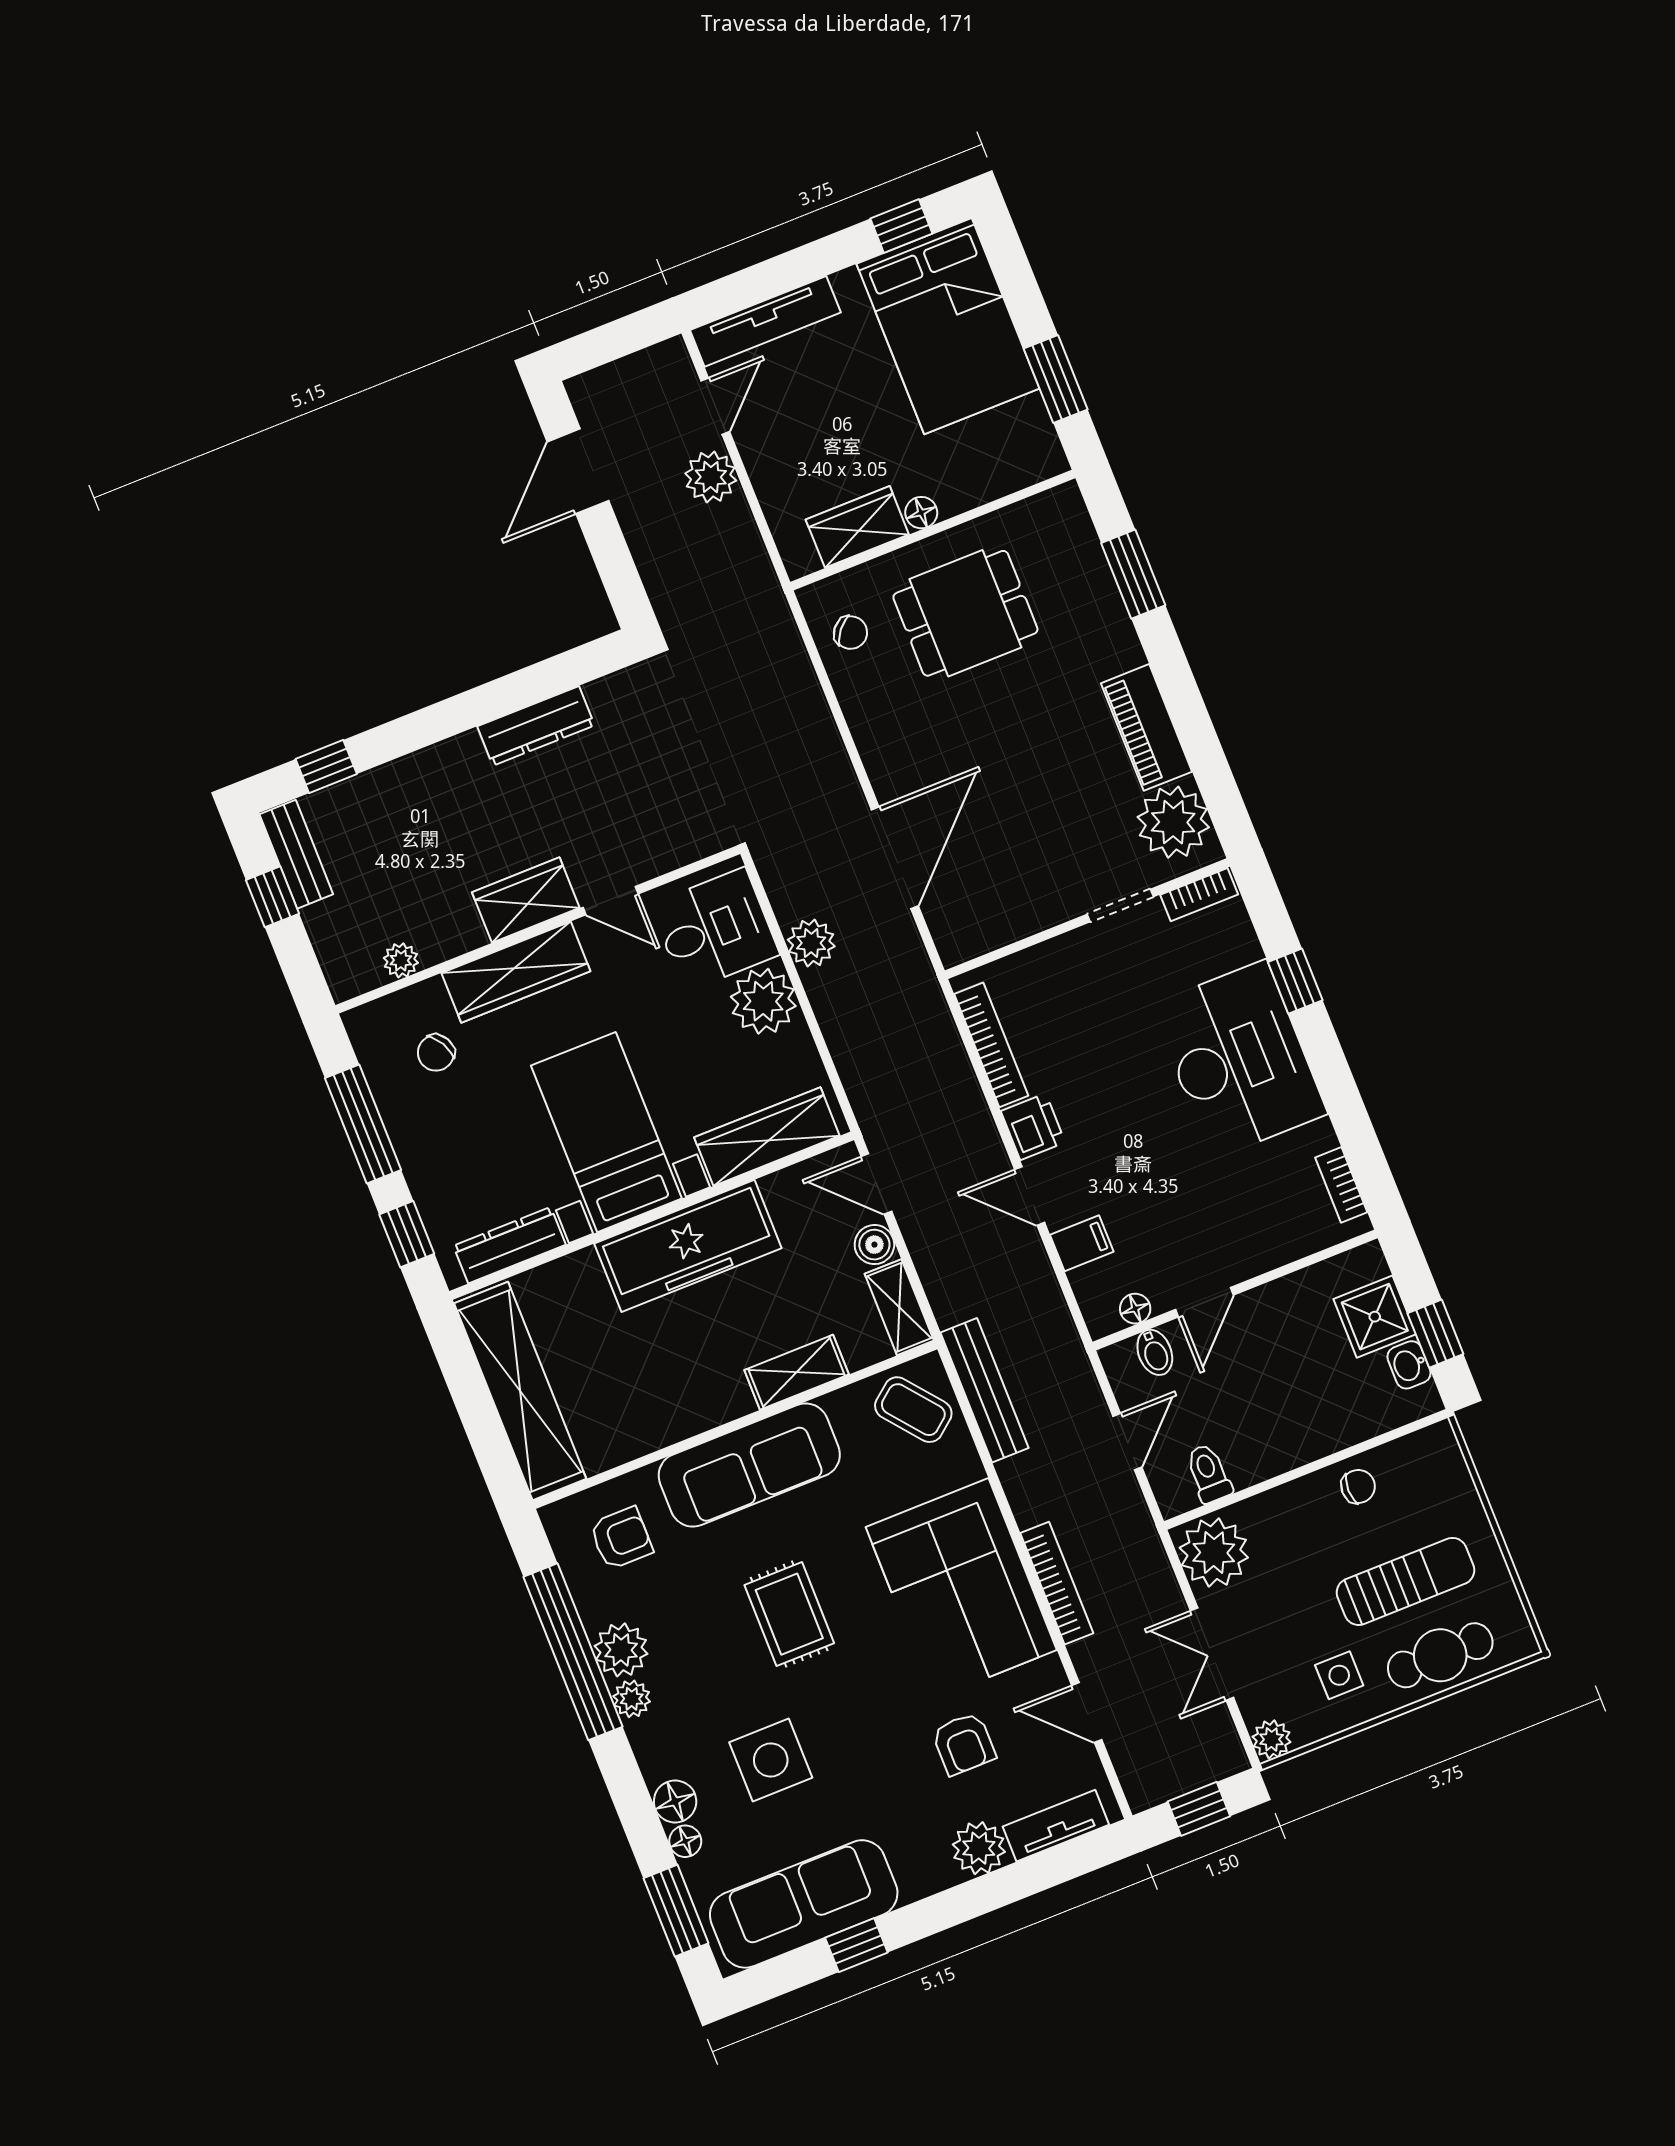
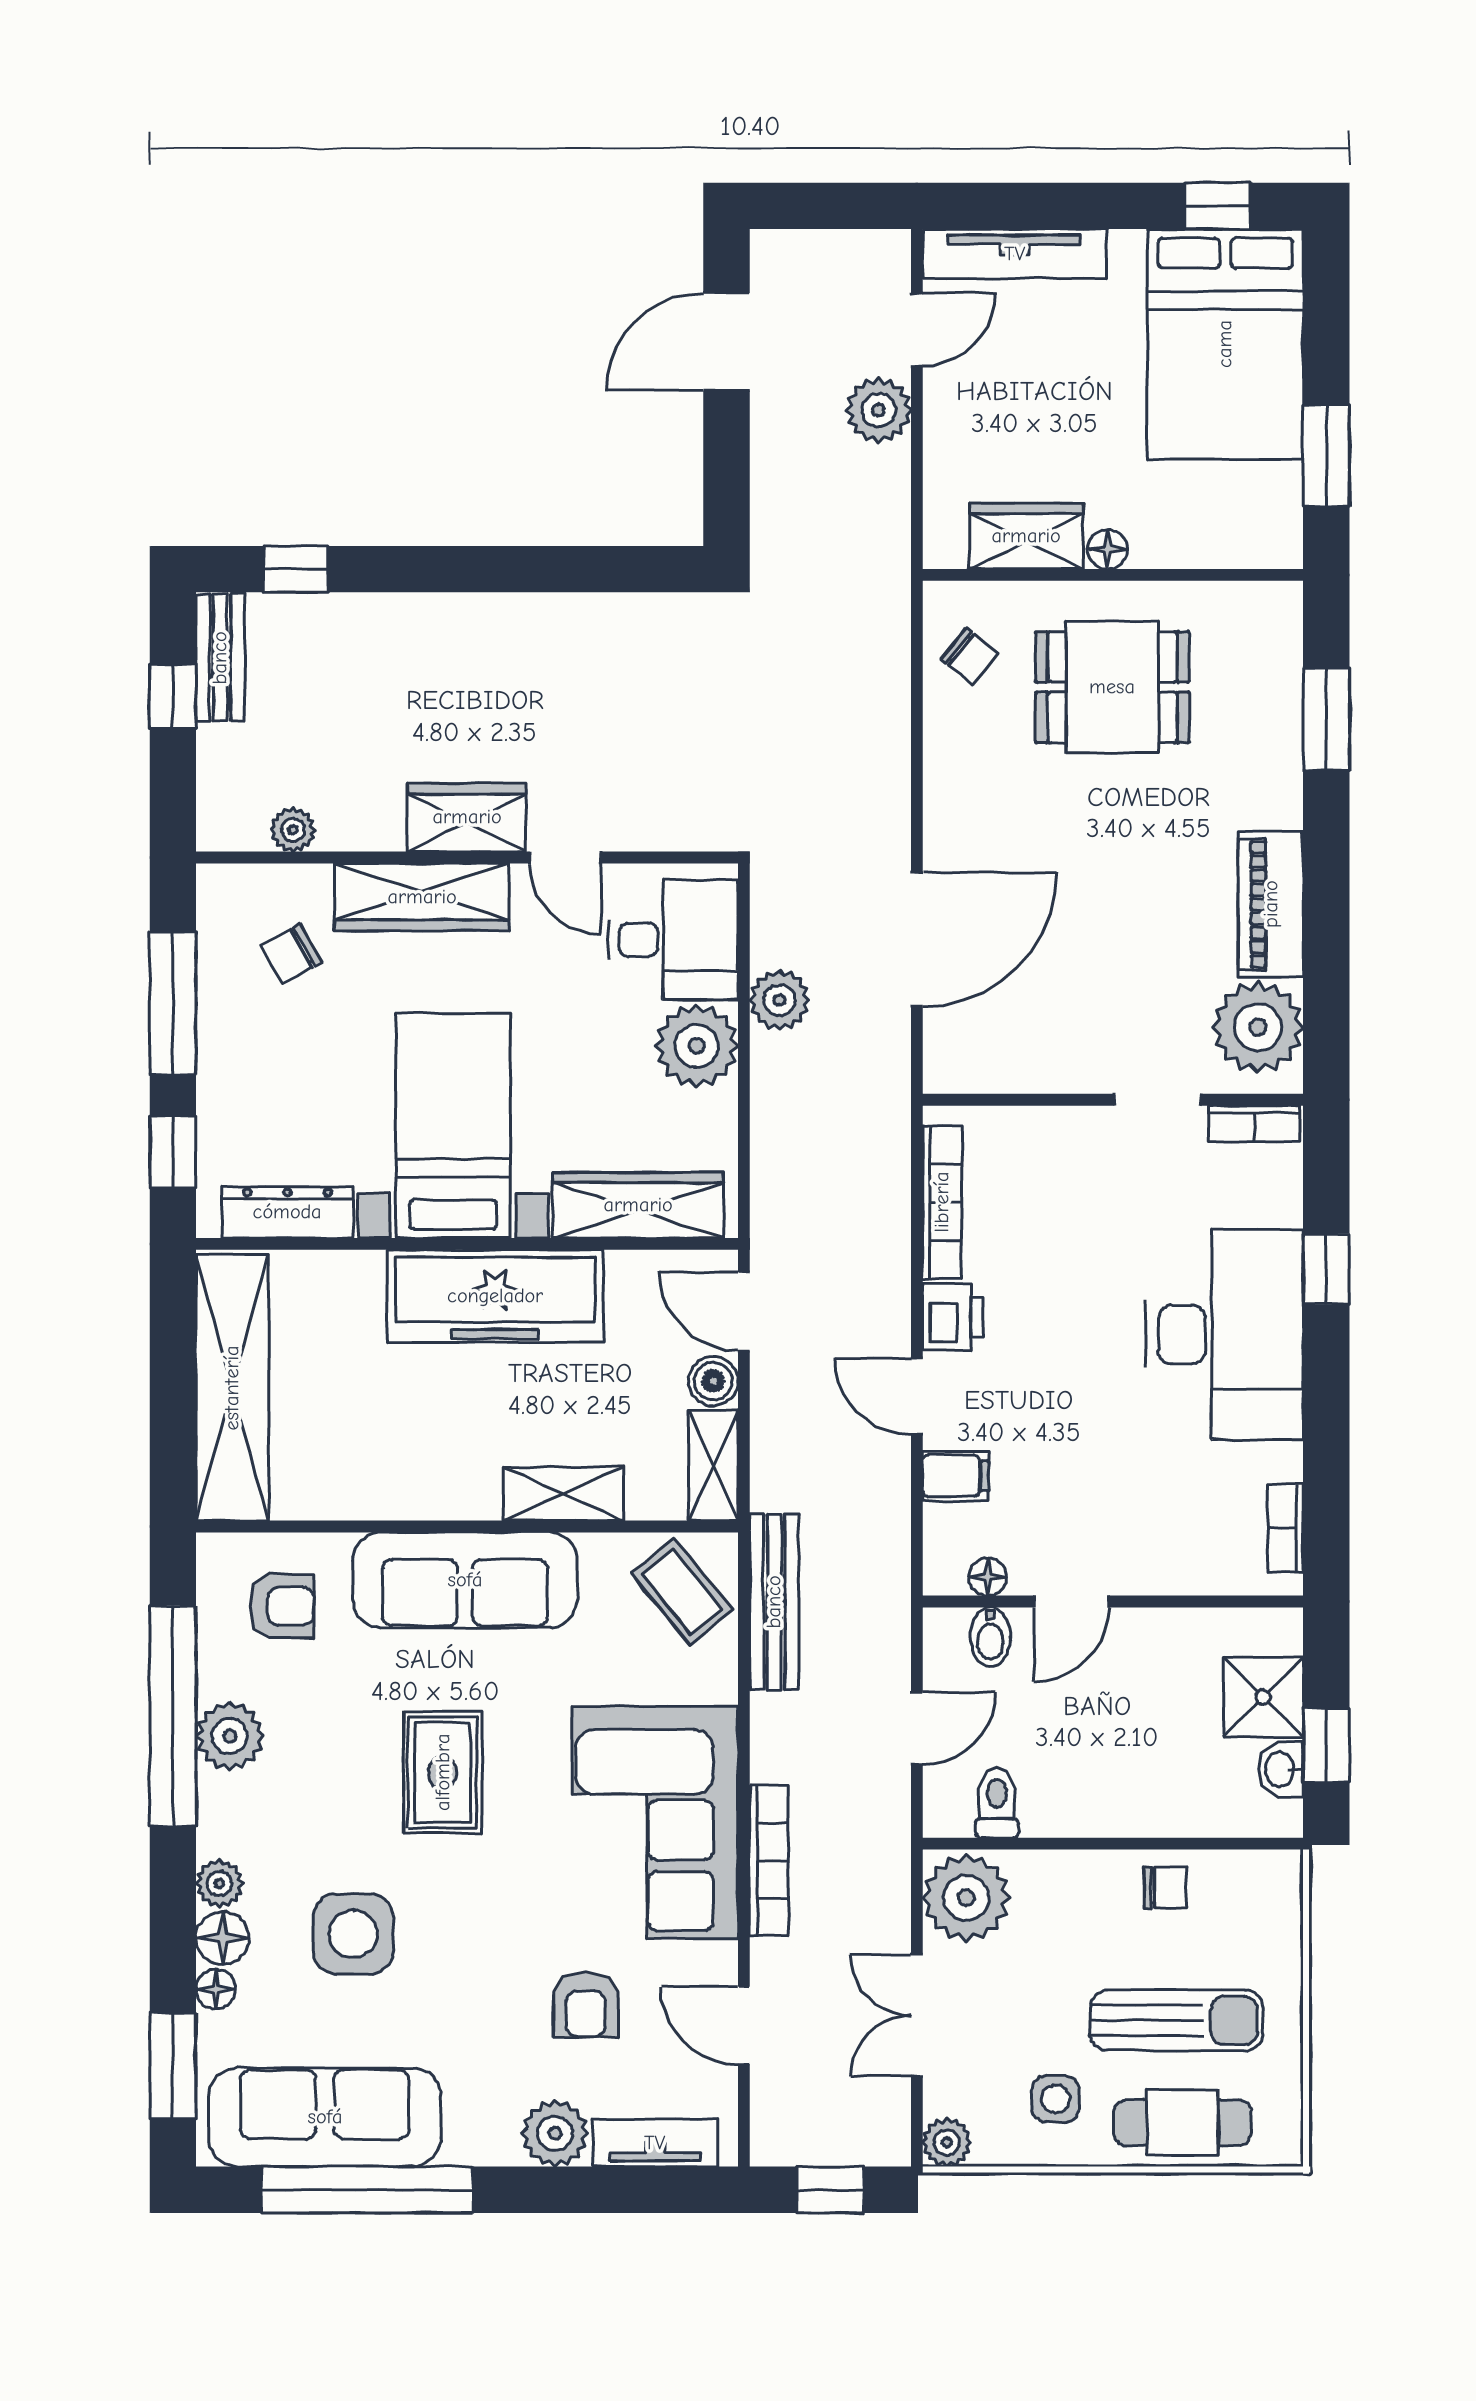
dresser: (536, 726) -> (559, 619), removed
plant: (632, 1699) -> (219, 1883), moved
window: (856, 1945) -> (367, 2190), width x3.17

